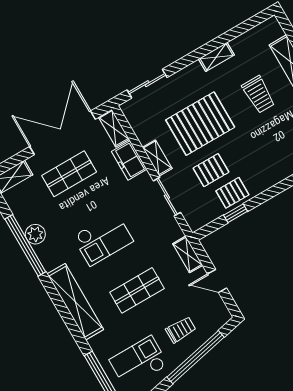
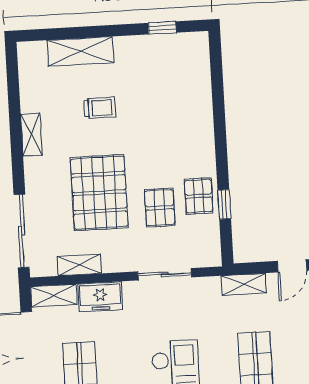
sliding door: (147, 84) -> (22, 231), width x1.37
trolley: (258, 94) -> (100, 108), width x0.73, depth x0.72
shelving: (157, 158) -> (79, 265), moved

